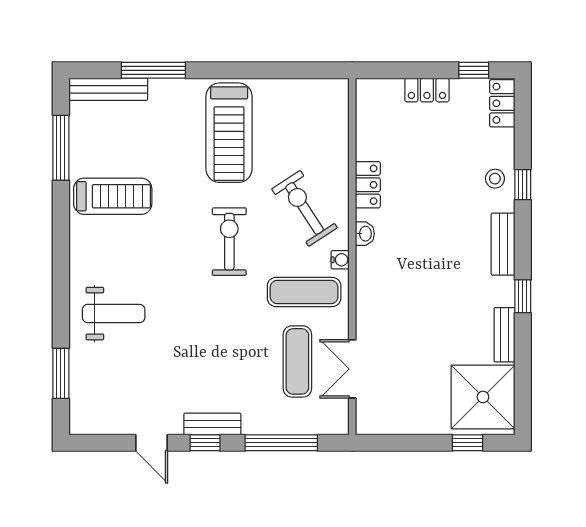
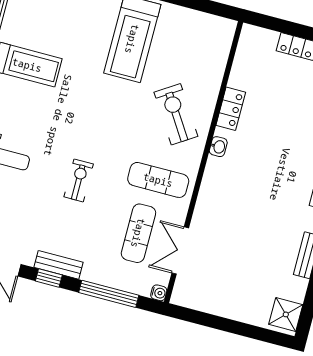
exercise bike: (229, 242) -> (79, 180), moved, width x0.73, depth x0.72
water cooler: (340, 260) -> (159, 293), moved
shower: (483, 397) -> (286, 314), width x0.54, depth x0.54
window: (467, 443) -> (255, 333), removed

